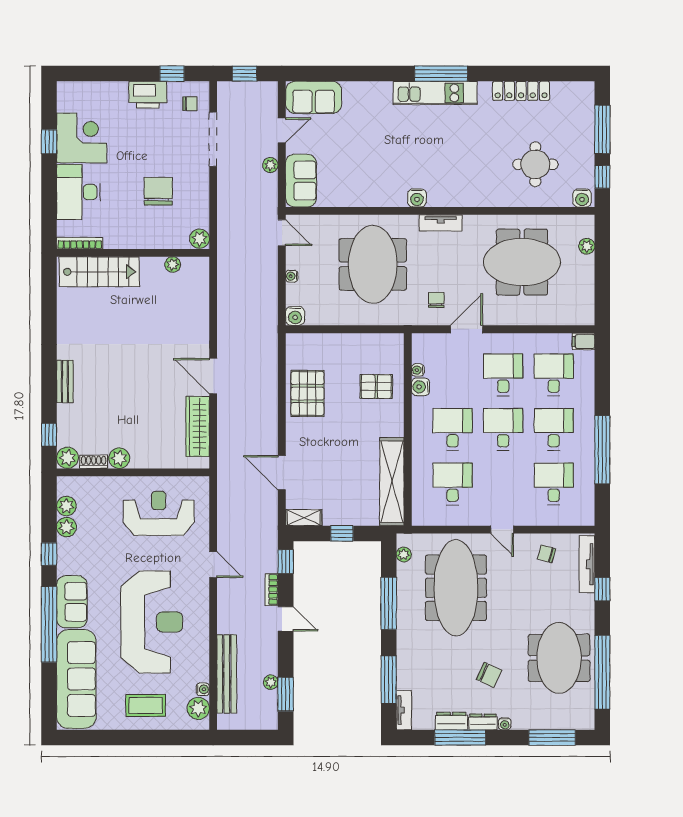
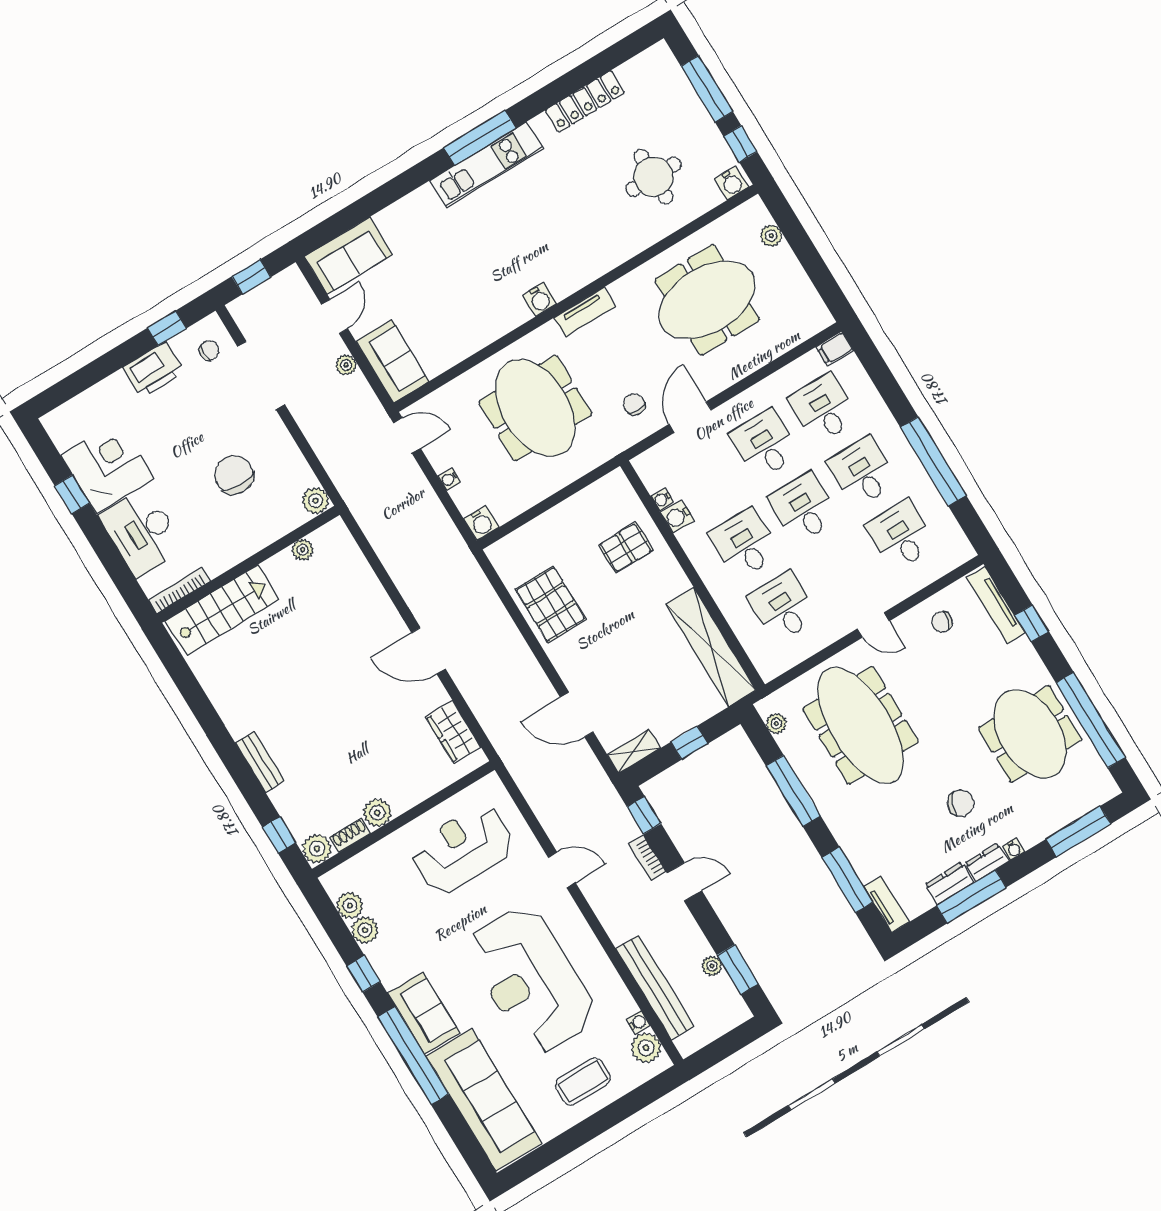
wardrobe: (198, 426) -> (453, 732), width x0.67
reception desk: (152, 622) -> (531, 980), turned 180

